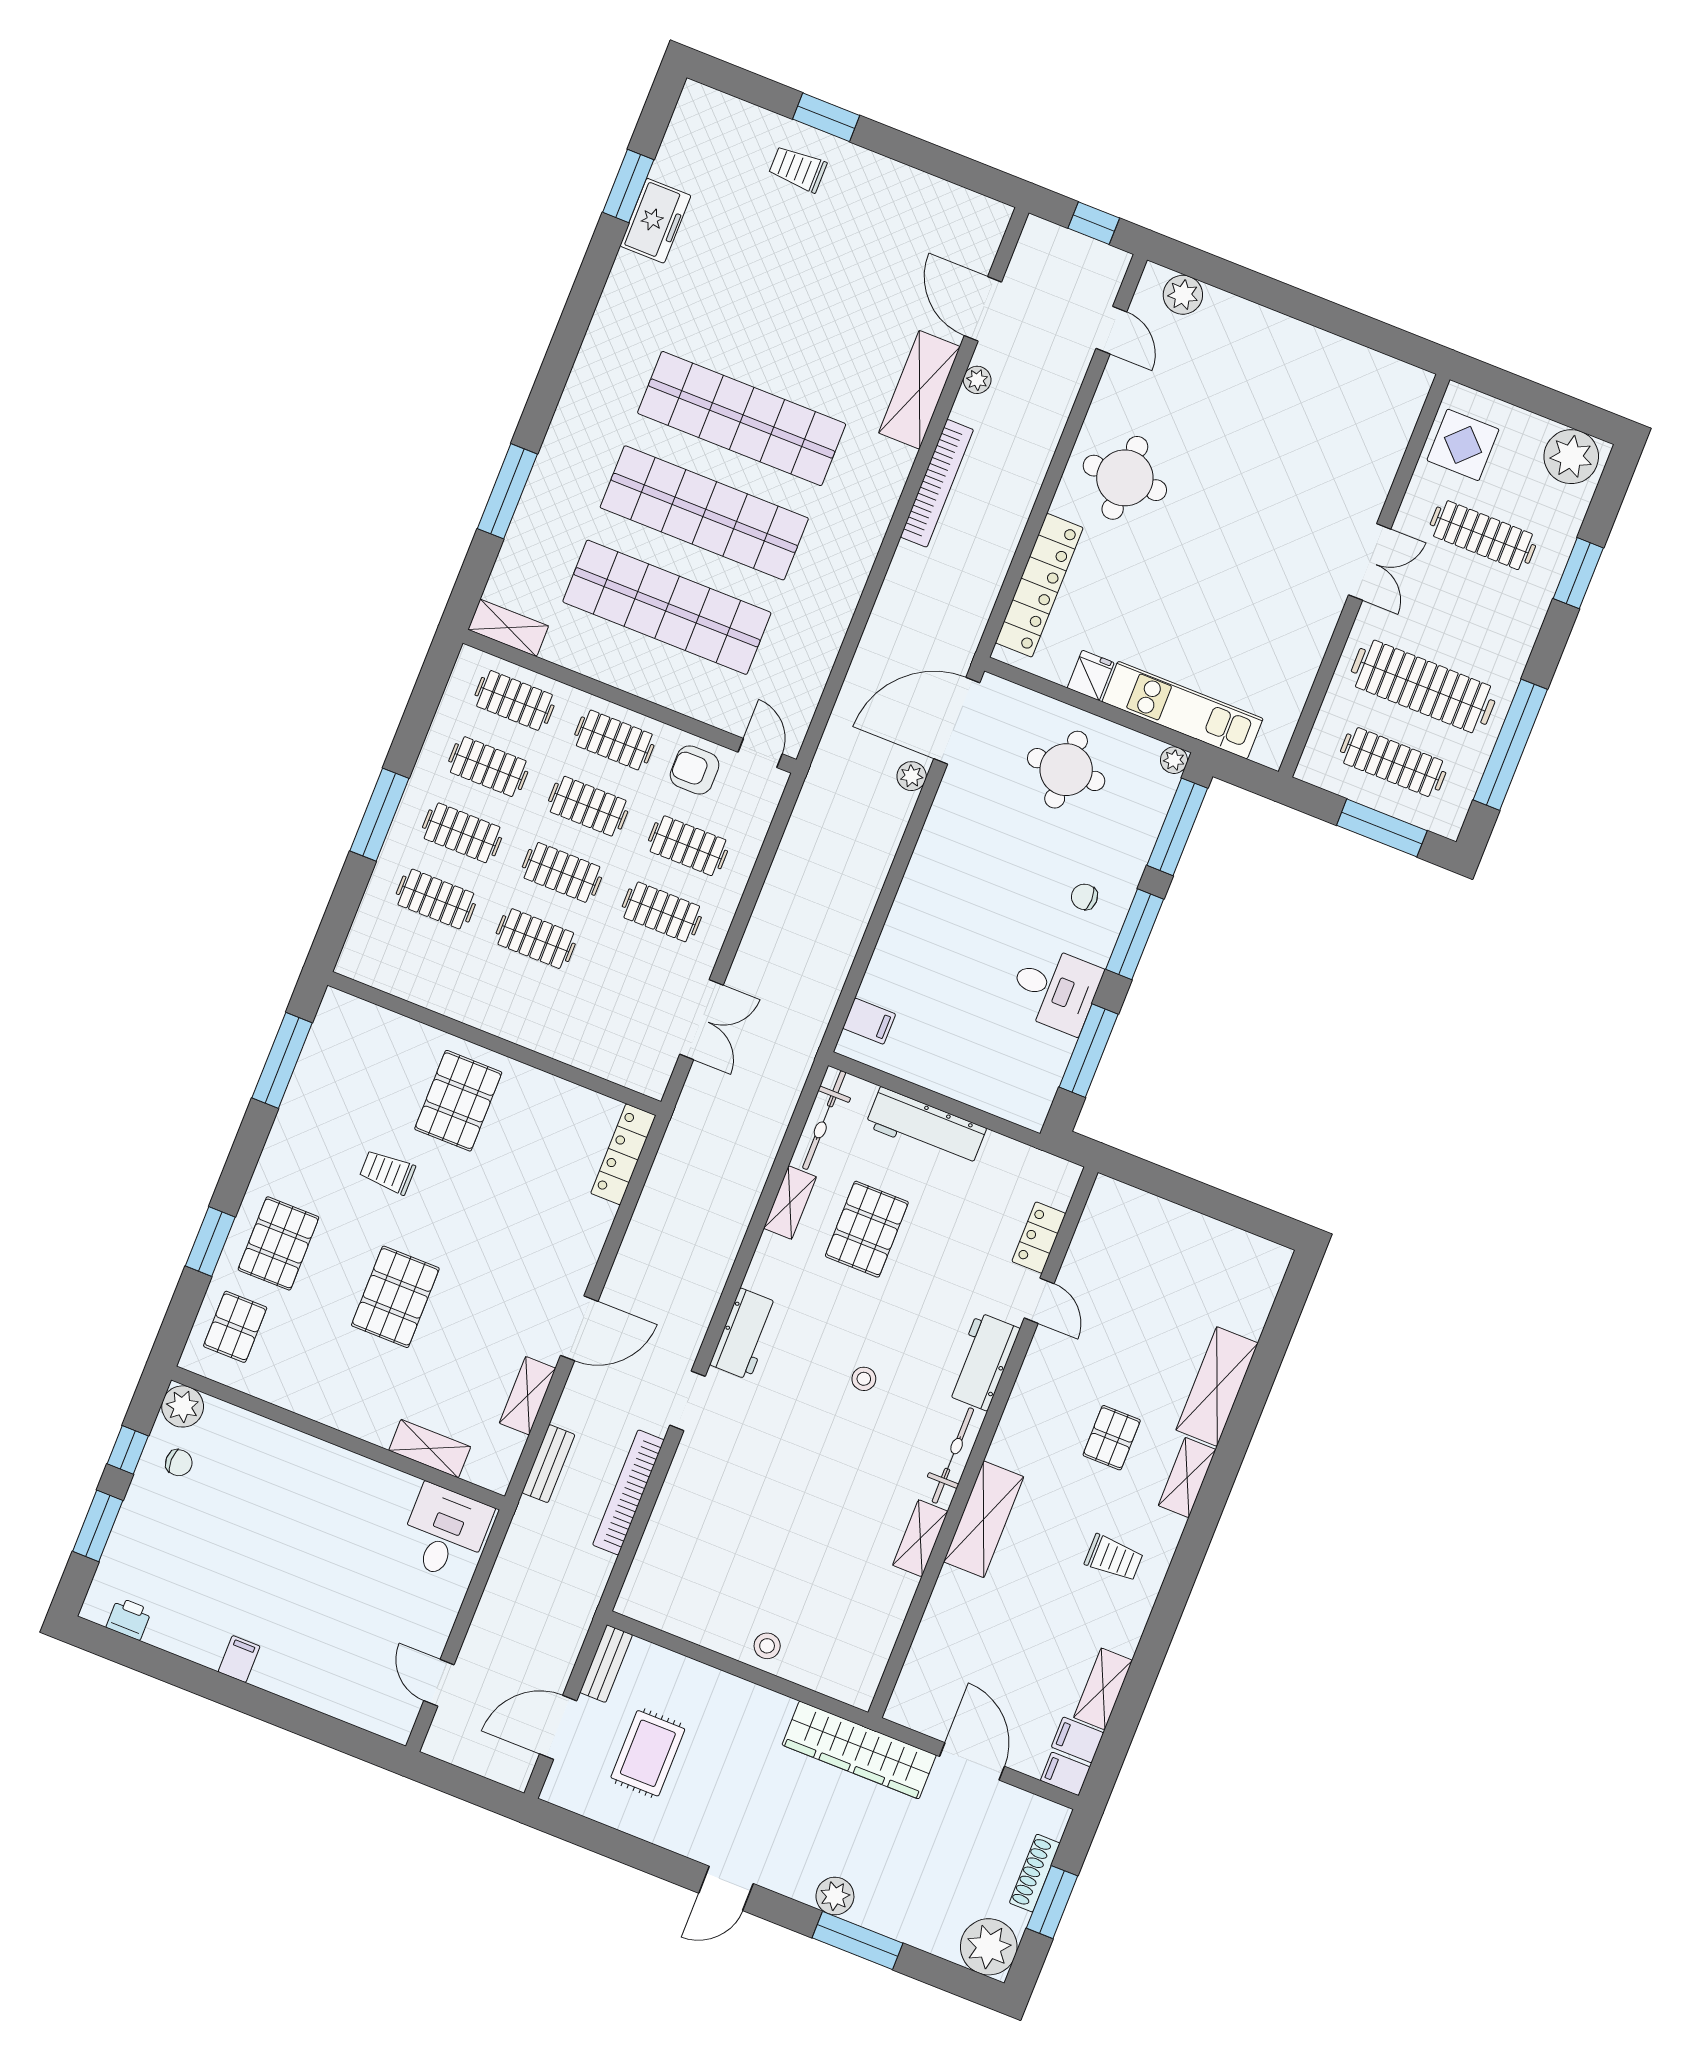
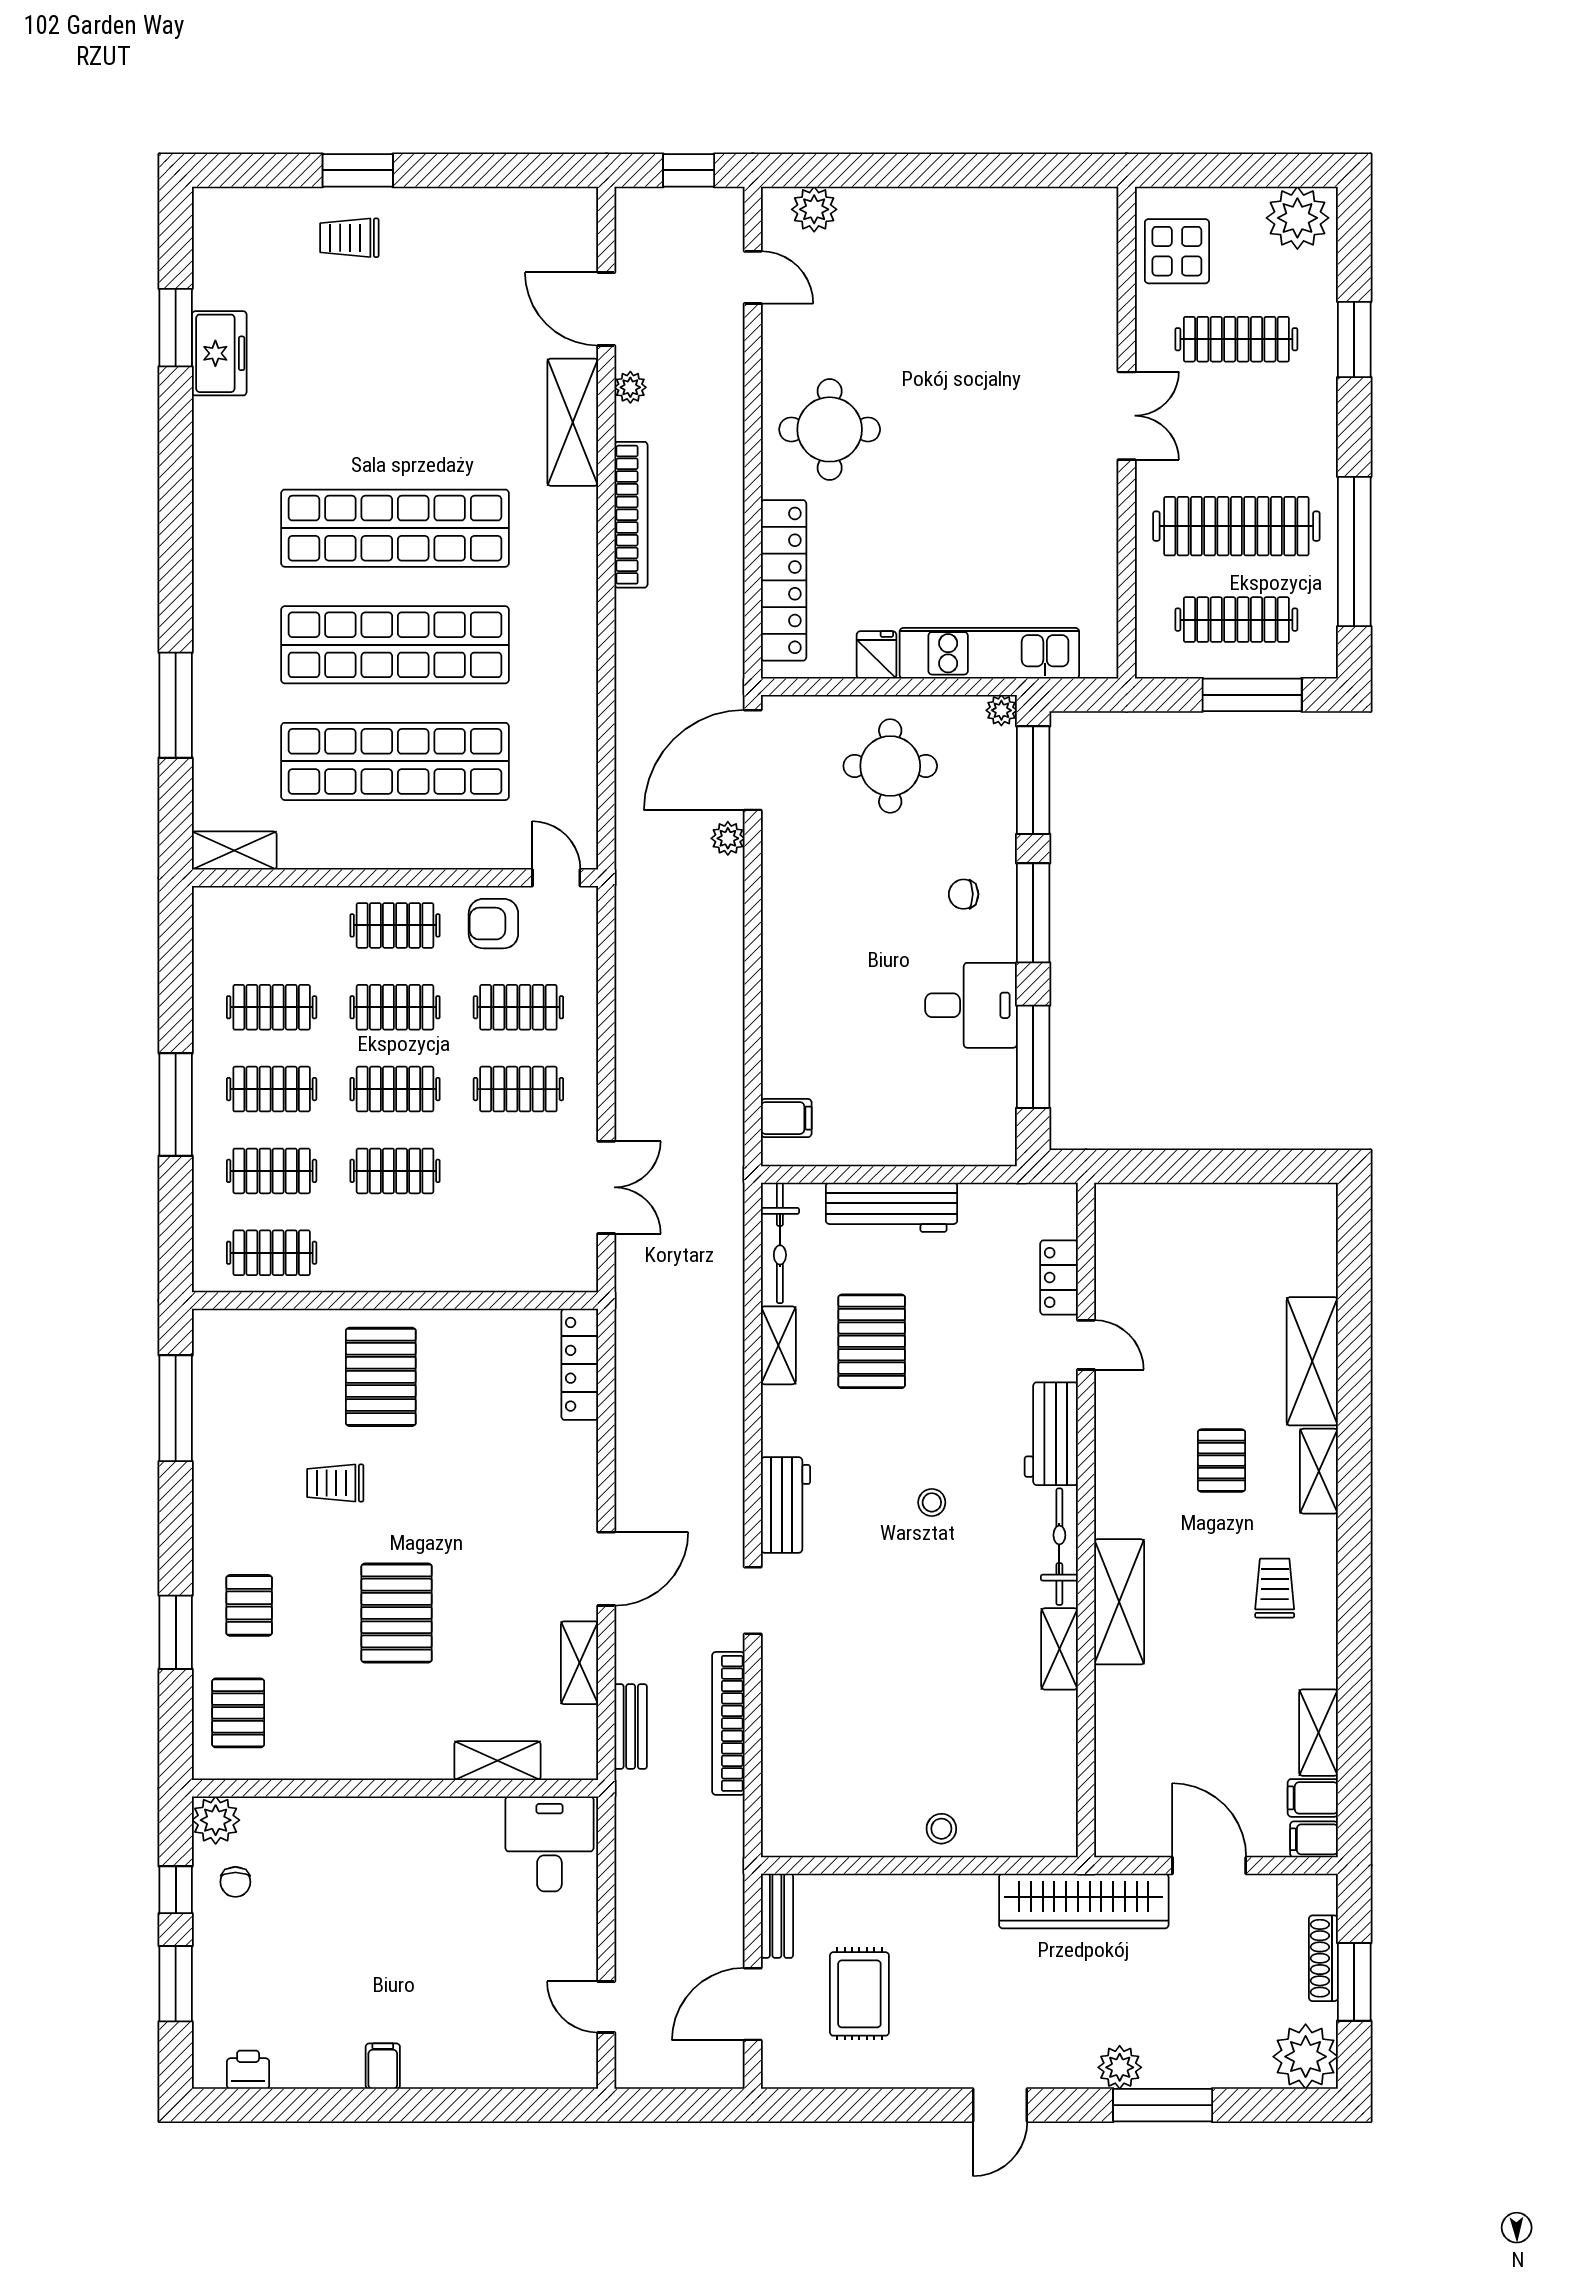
clothes rail: (514, 700) -> (272, 1253), moved
pallet: (278, 1243) -> (249, 1605), width x0.67, depth x0.71
chair: (179, 1463) -> (235, 1882), turned 90
trolley: (1114, 1558) -> (1275, 1588), turned -90

